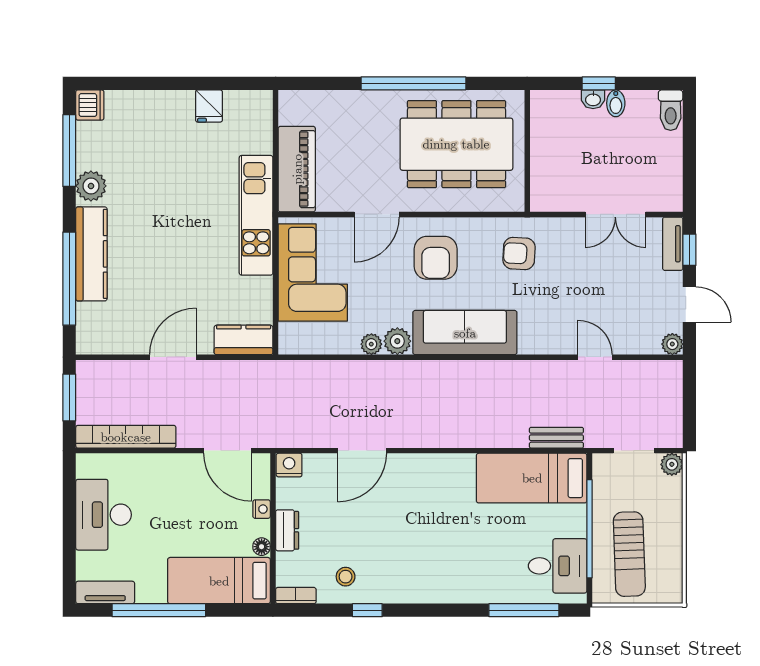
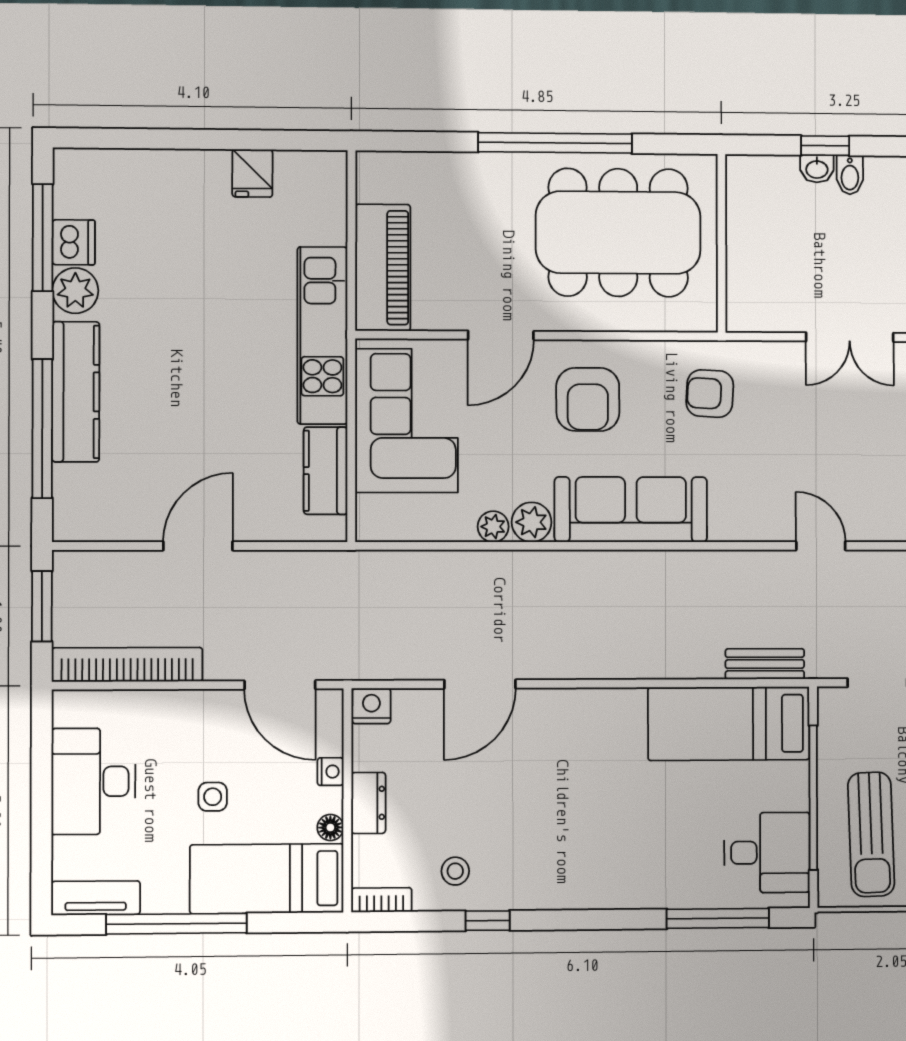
dishwasher: (90, 105) -> (74, 242), moved
kitchen counter: (244, 340) -> (326, 471), moved, turned -90
side table: (183, 525) -> (213, 797), added

